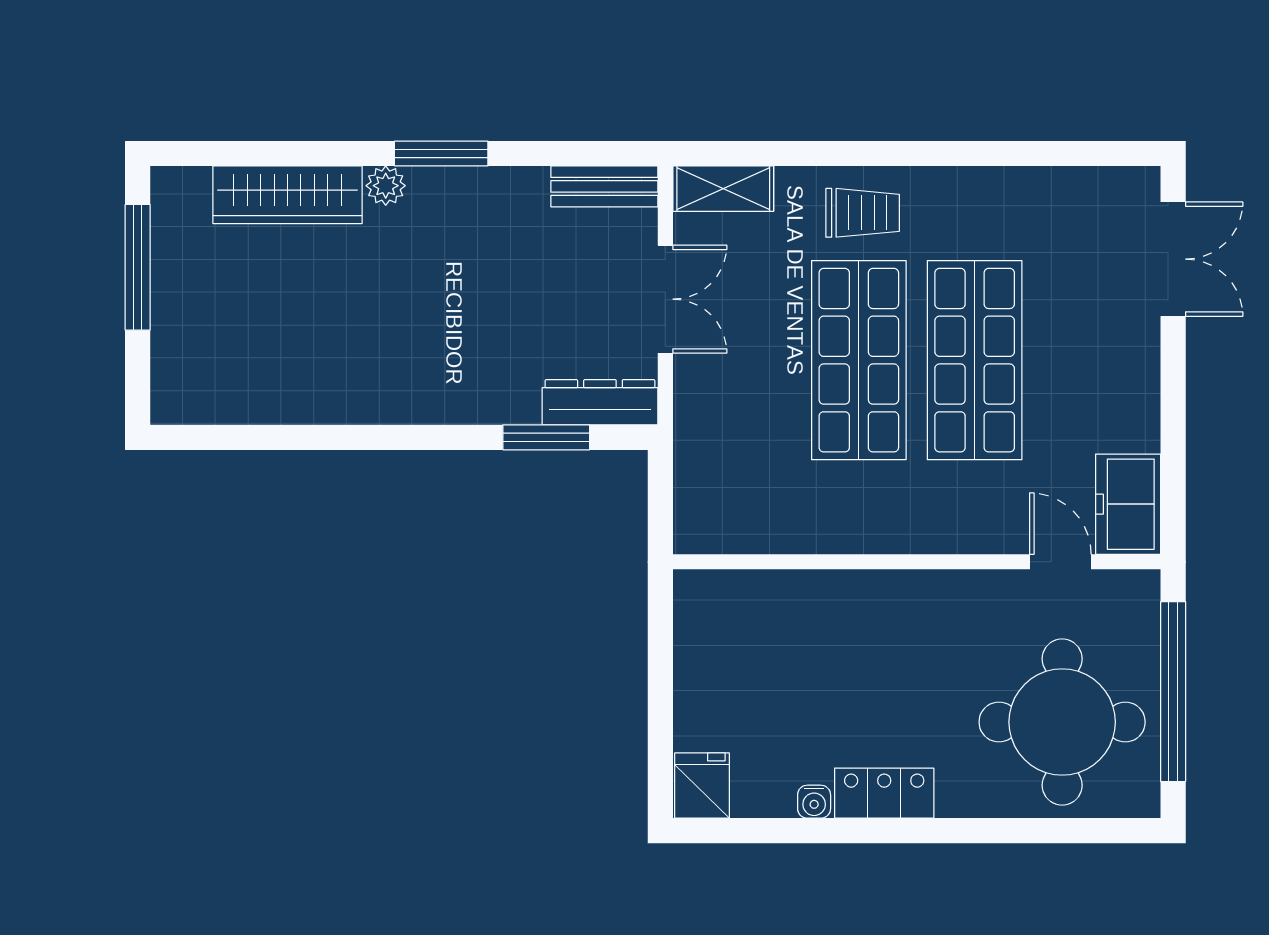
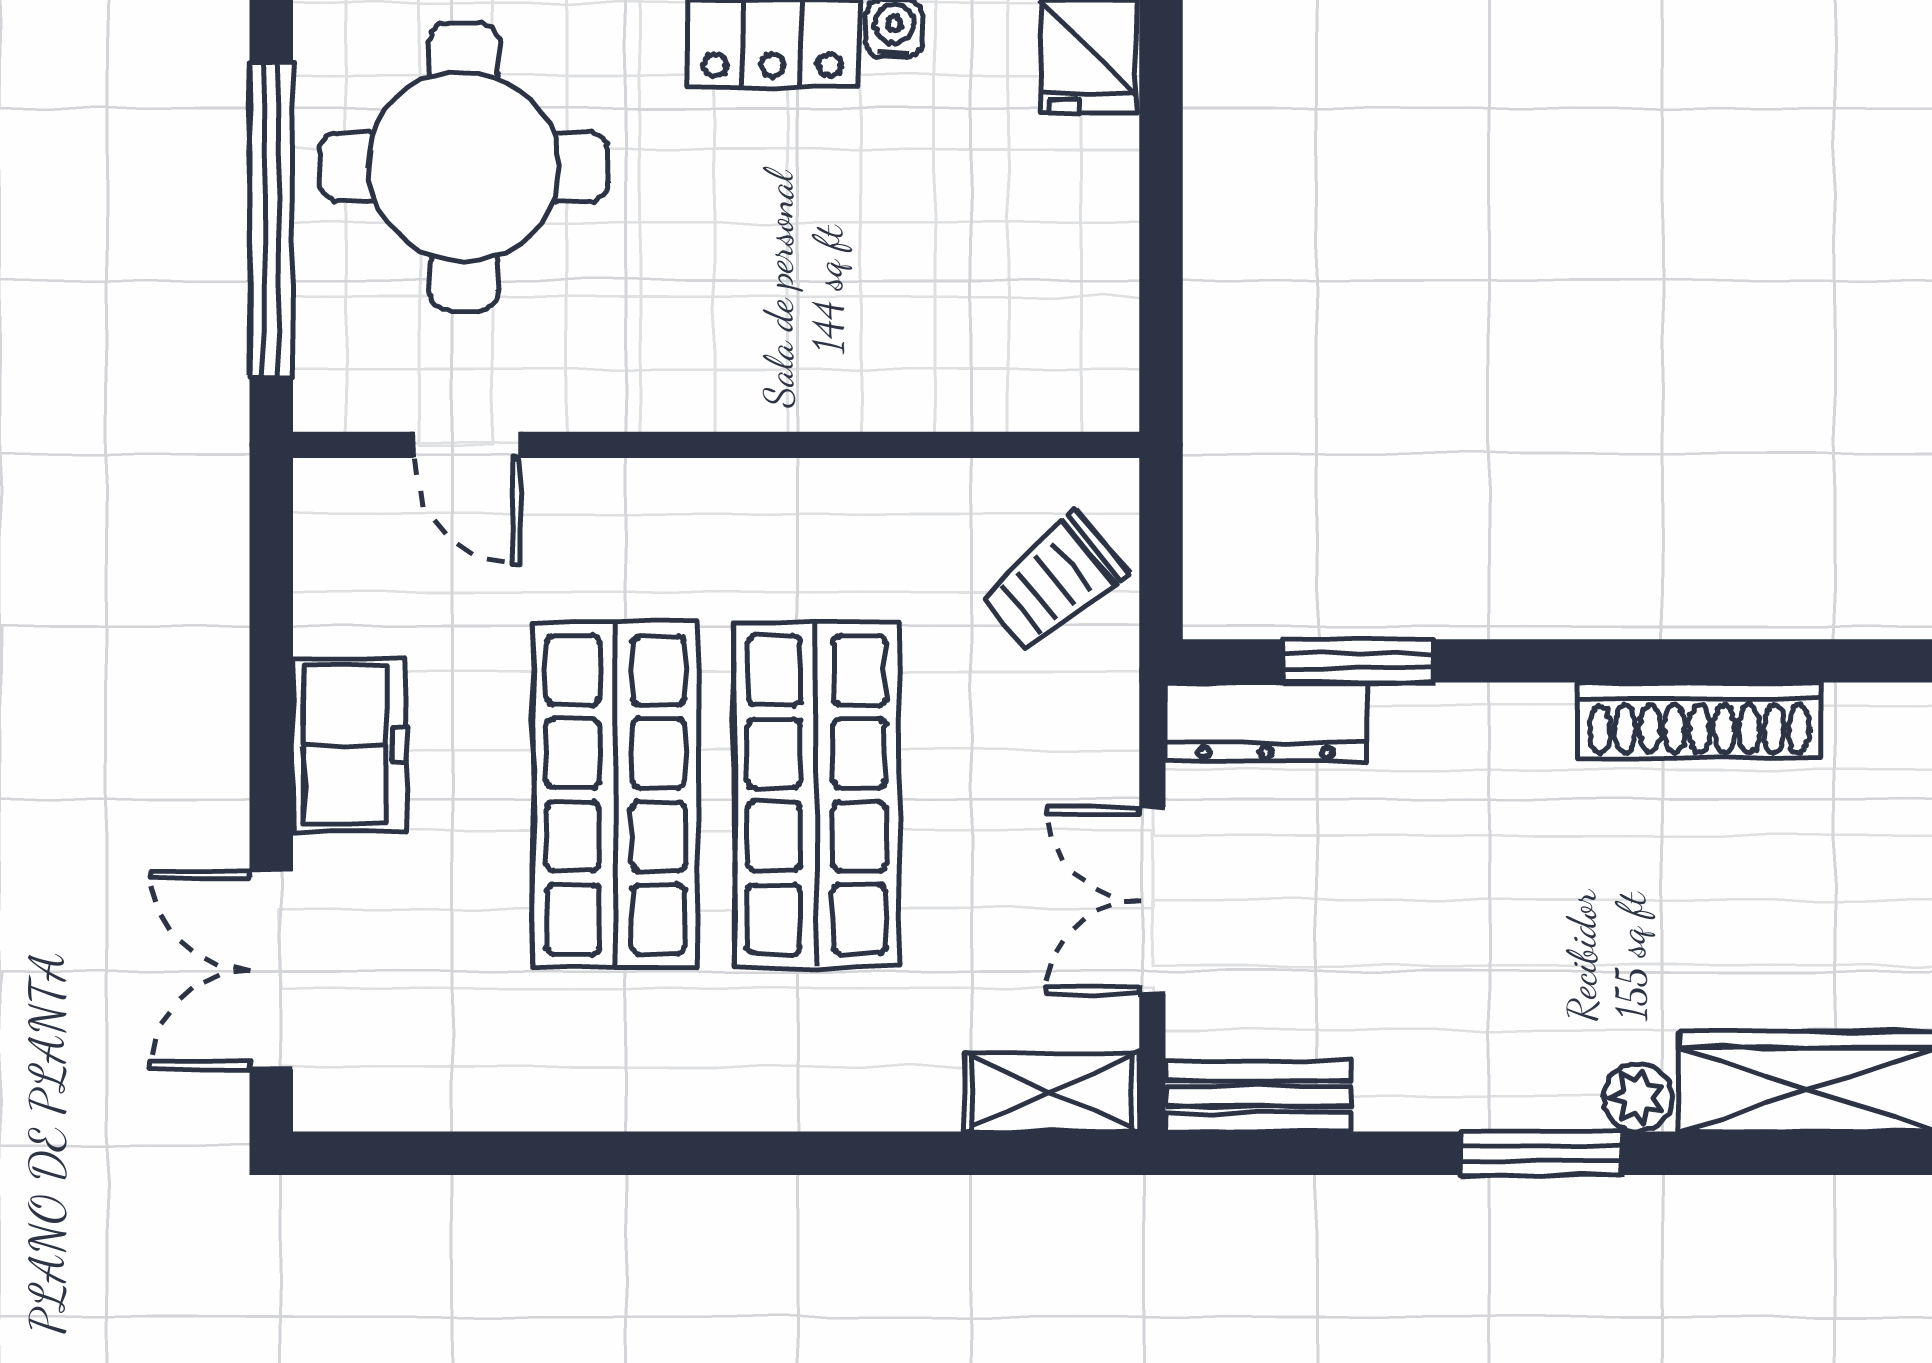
trolley: (863, 213) -> (1053, 582), moved, turned -40
shoe rack: (350, 403) -> (1699, 720), added
freezer: (1128, 504) -> (349, 745), moved

